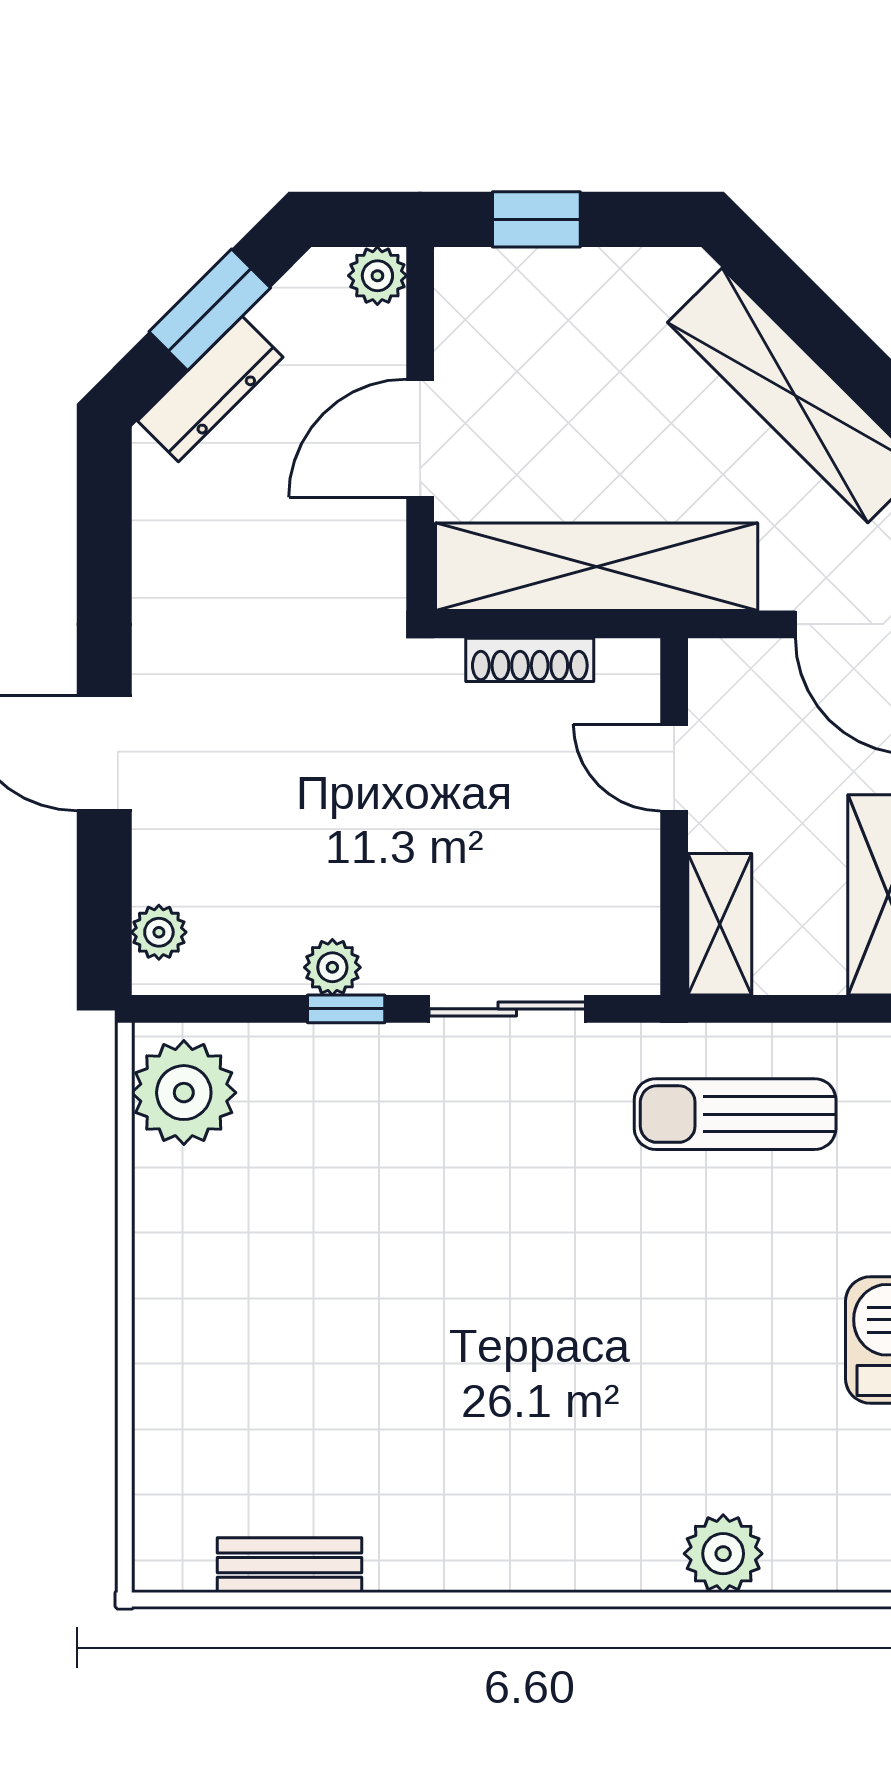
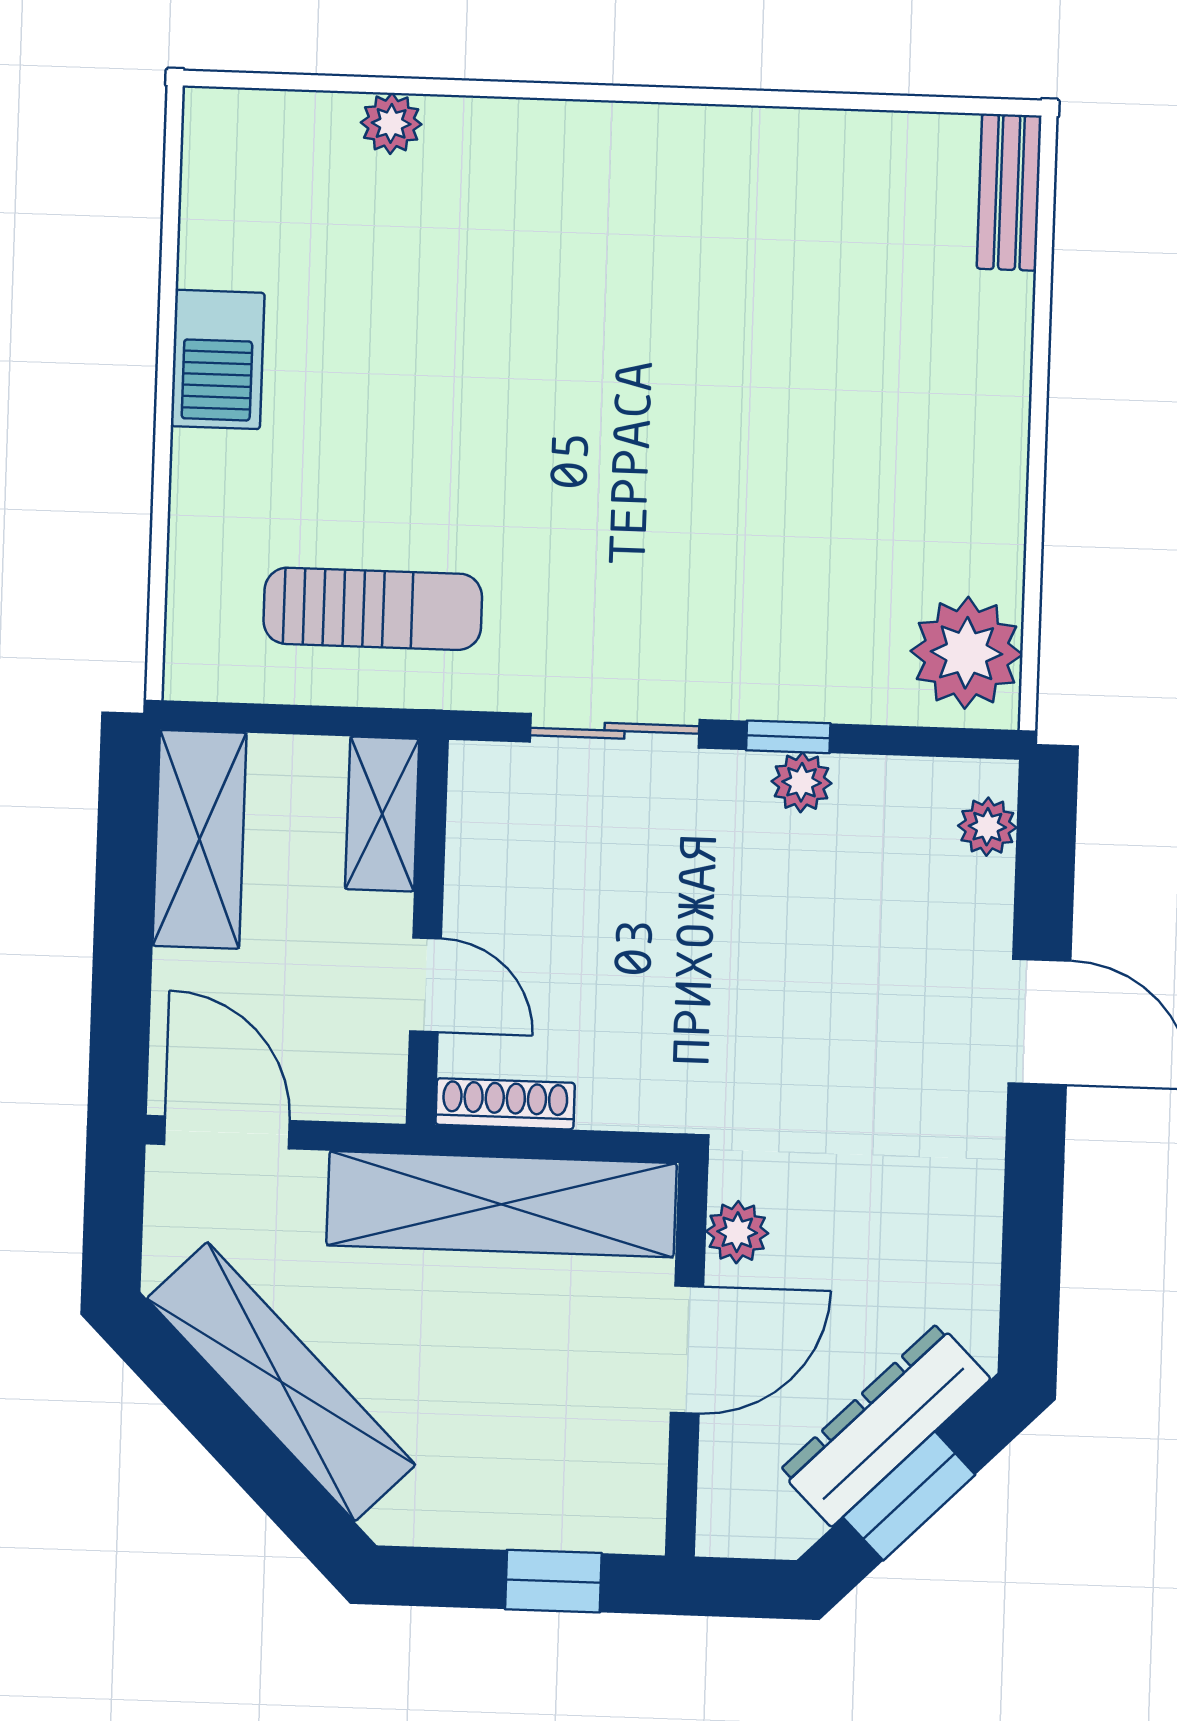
plant: (377, 276) -> (737, 1232), moved
dresser: (210, 389) -> (885, 1425), width x1.37, depth x1.24
shoe rack: (530, 660) -> (505, 1104), moved
plant: (723, 1554) -> (391, 123), width x0.73, depth x0.73
bench: (290, 1565) -> (1009, 192), moved, turned 90

